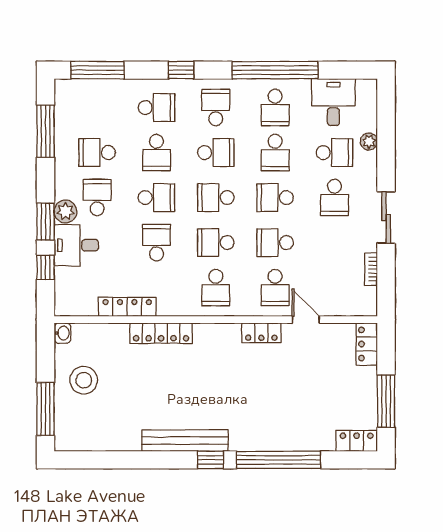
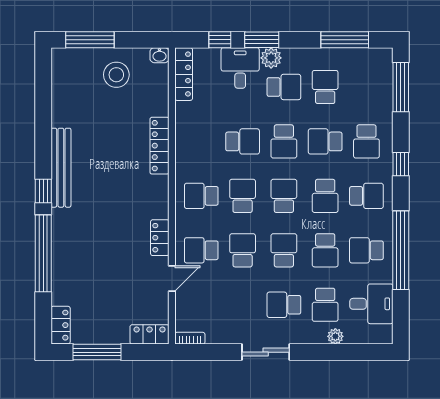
school desk: (275, 153) -> (325, 250), turned -90
bookcase: (371, 269) -> (190, 338), moved
locker: (127, 307) -> (184, 74), moved

